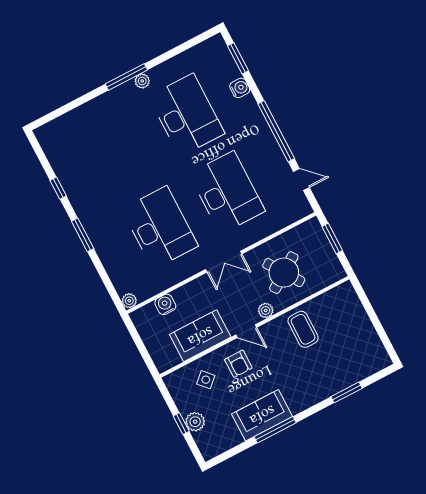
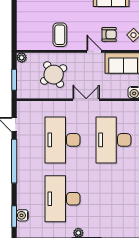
water cooler: (240, 88) -> (22, 215), moved
plant: (266, 310) -> (22, 58), moved
armchair: (238, 364) -> (109, 34), turned 90

